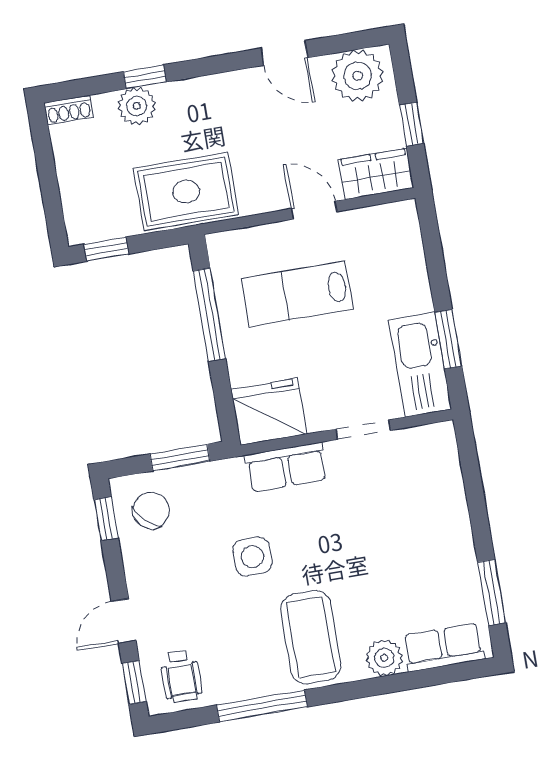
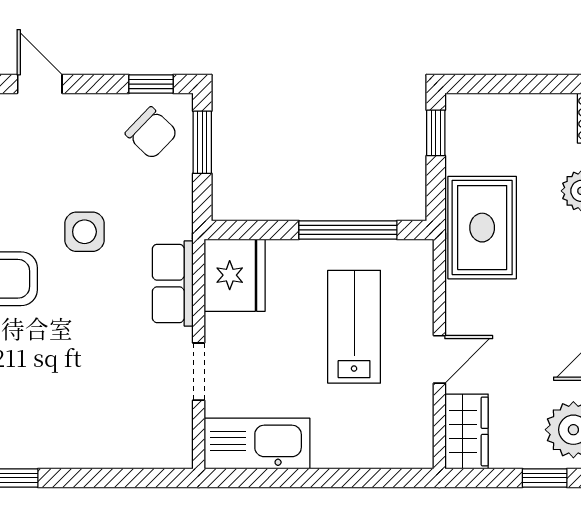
window: (412, 124) -> (545, 478), moved
window: (448, 339) -> (279, 478), removed
window: (180, 458) -> (202, 142), moved

